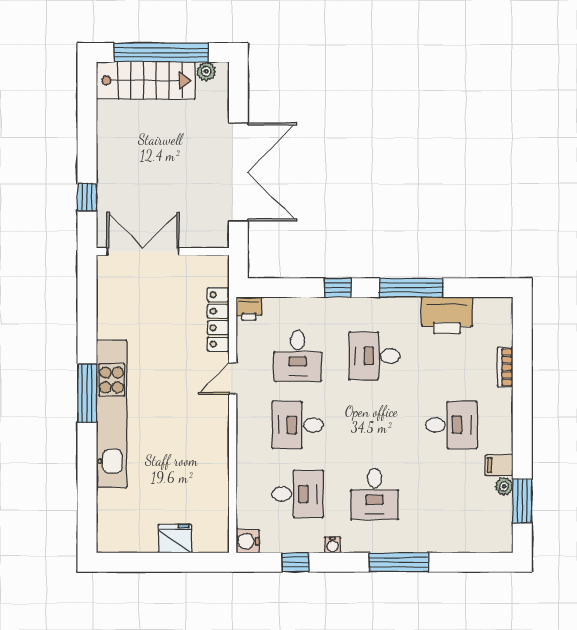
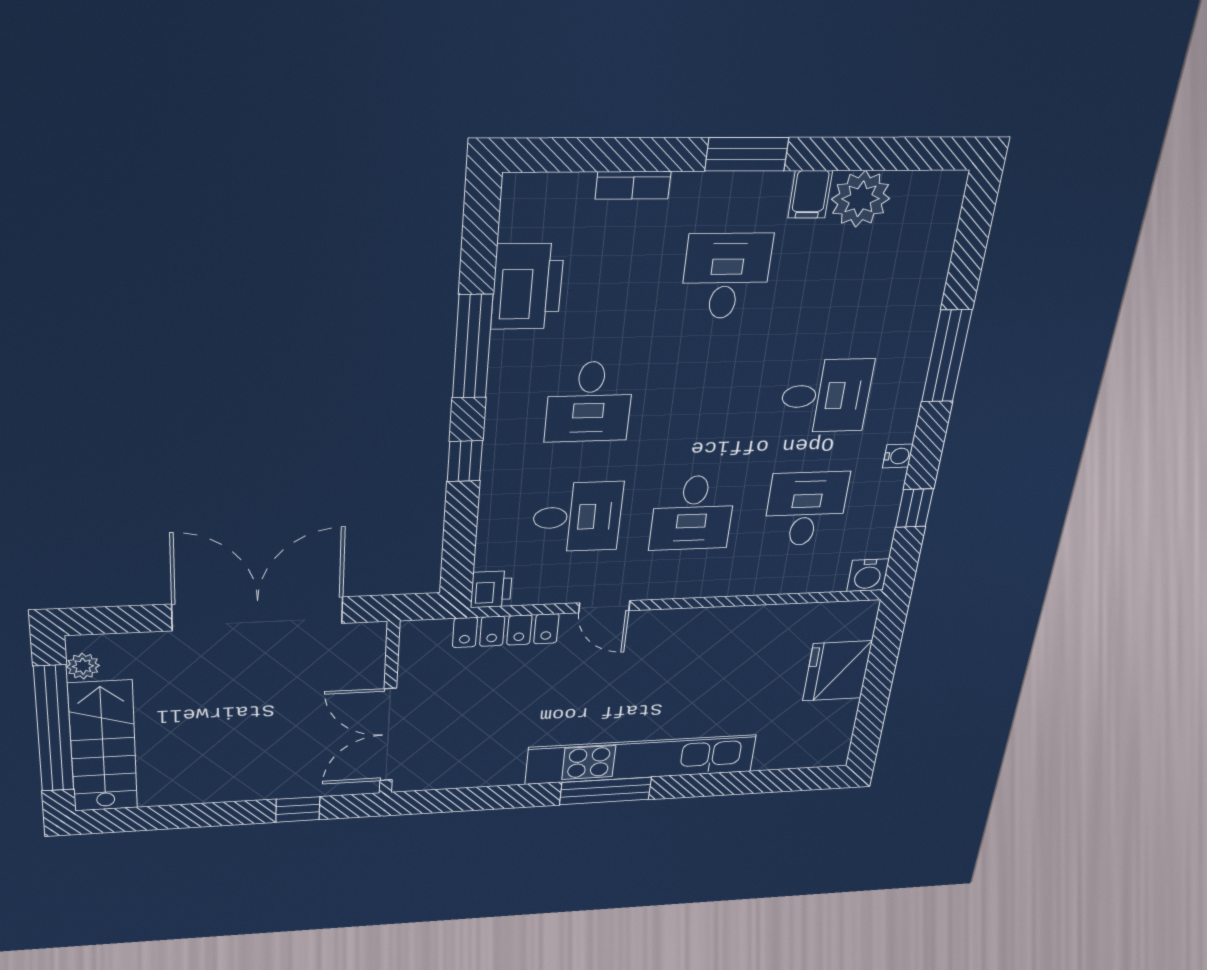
plant: (504, 486) -> (861, 199), width x1.88, depth x1.88
window: (522, 501) -> (747, 154), moved
fridge: (175, 539) -> (837, 671), width x1.36, depth x1.34

